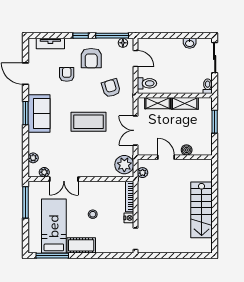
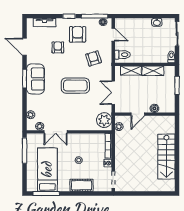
armchair: (91, 58) -> (78, 34), turned 180
door: (166, 157) -> (138, 114), swing flipped
cot: (81, 245) -> (82, 185), moved

